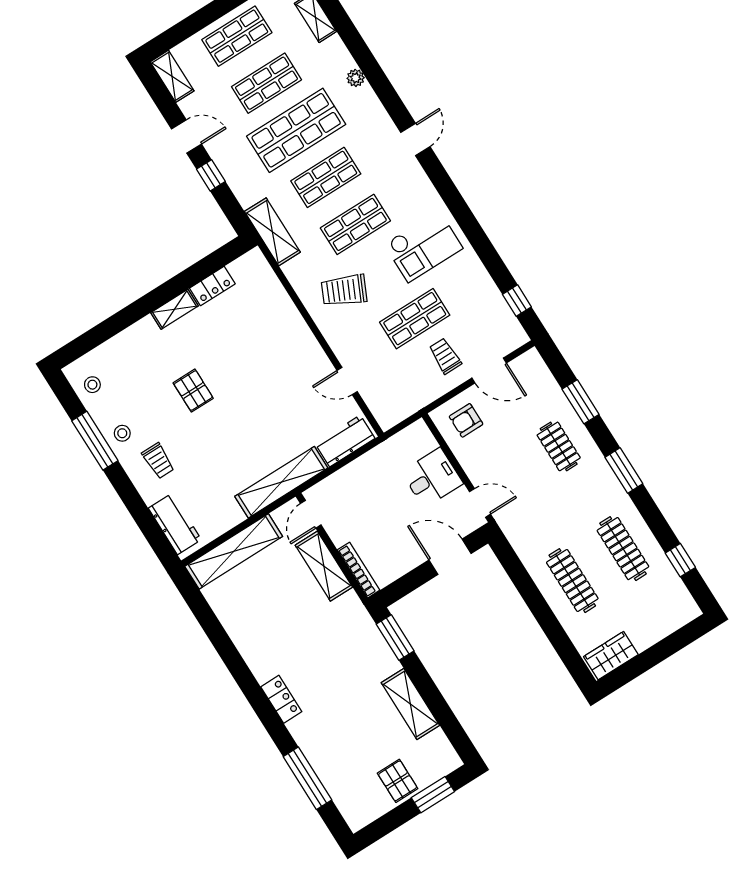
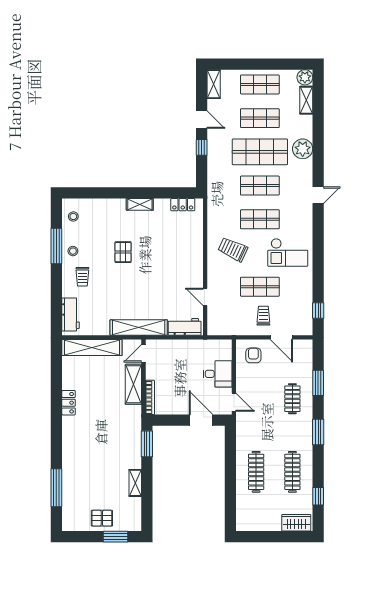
plant: (356, 78) -> (303, 149), width x1.88, depth x1.88
shelving: (272, 232) -> (215, 196), removed
locker: (212, 286) -> (183, 205), moved
armchair: (466, 420) -> (253, 355), turned 90
wardrobe: (611, 656) -> (296, 523), moved
locker: (281, 699) -> (69, 403), moved
shelving: (410, 704) -> (135, 483), width x0.67, depth x0.75
pallet: (398, 781) -> (102, 518), turned 90

